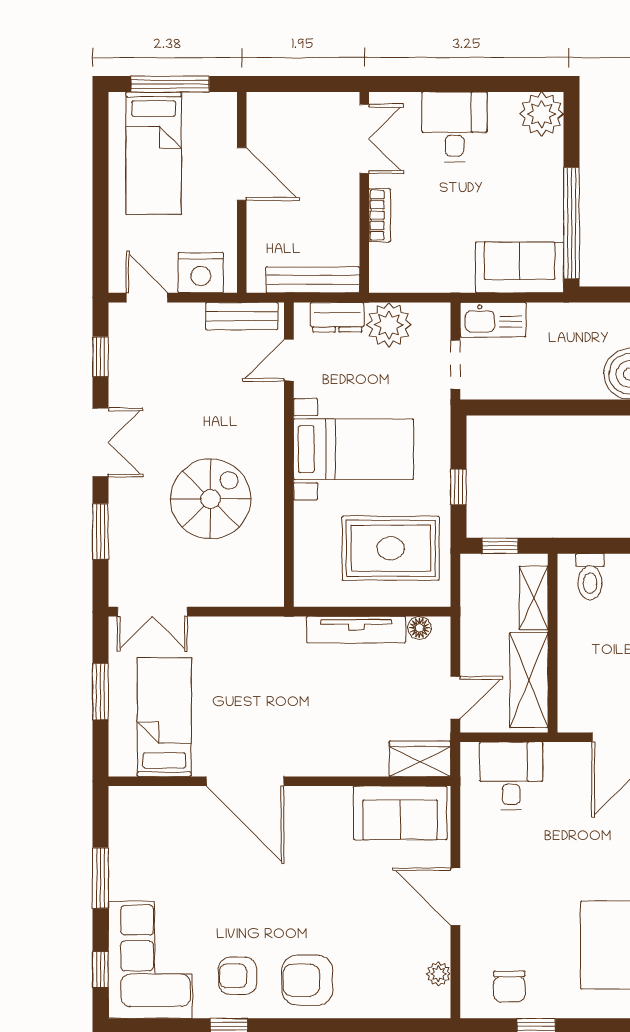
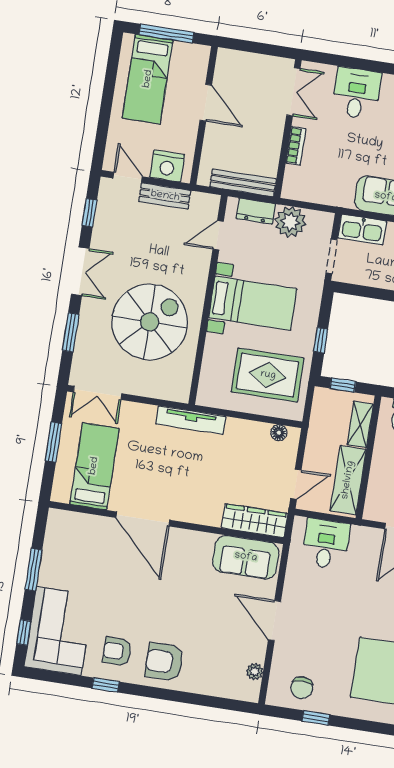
bench: (242, 316) -> (165, 196), moved
spiral stairs: (211, 499) -> (150, 322), width x1.37, depth x1.37
tv unit: (356, 630) -> (191, 420), moved
wardrobe: (420, 759) -> (255, 521), width x1.50

